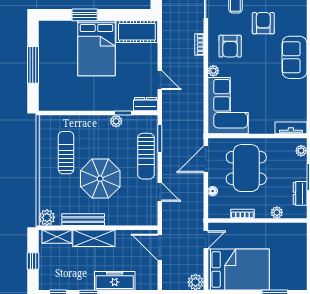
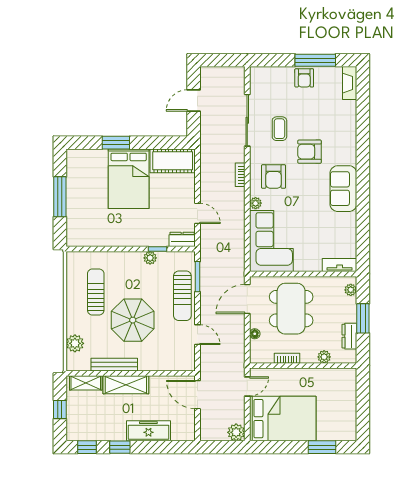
armchair: (263, 23) -> (310, 152), turned -90
plant: (47, 217) -> (75, 343), moved

